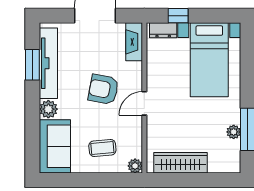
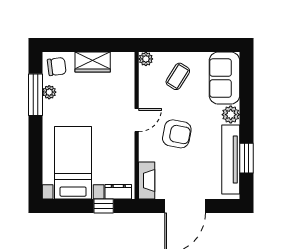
coffee table: (102, 148) -> (178, 76), turned -53
chair: (226, 158) -> (57, 67), added
wardrobe: (180, 163) -> (93, 62), width x0.67

